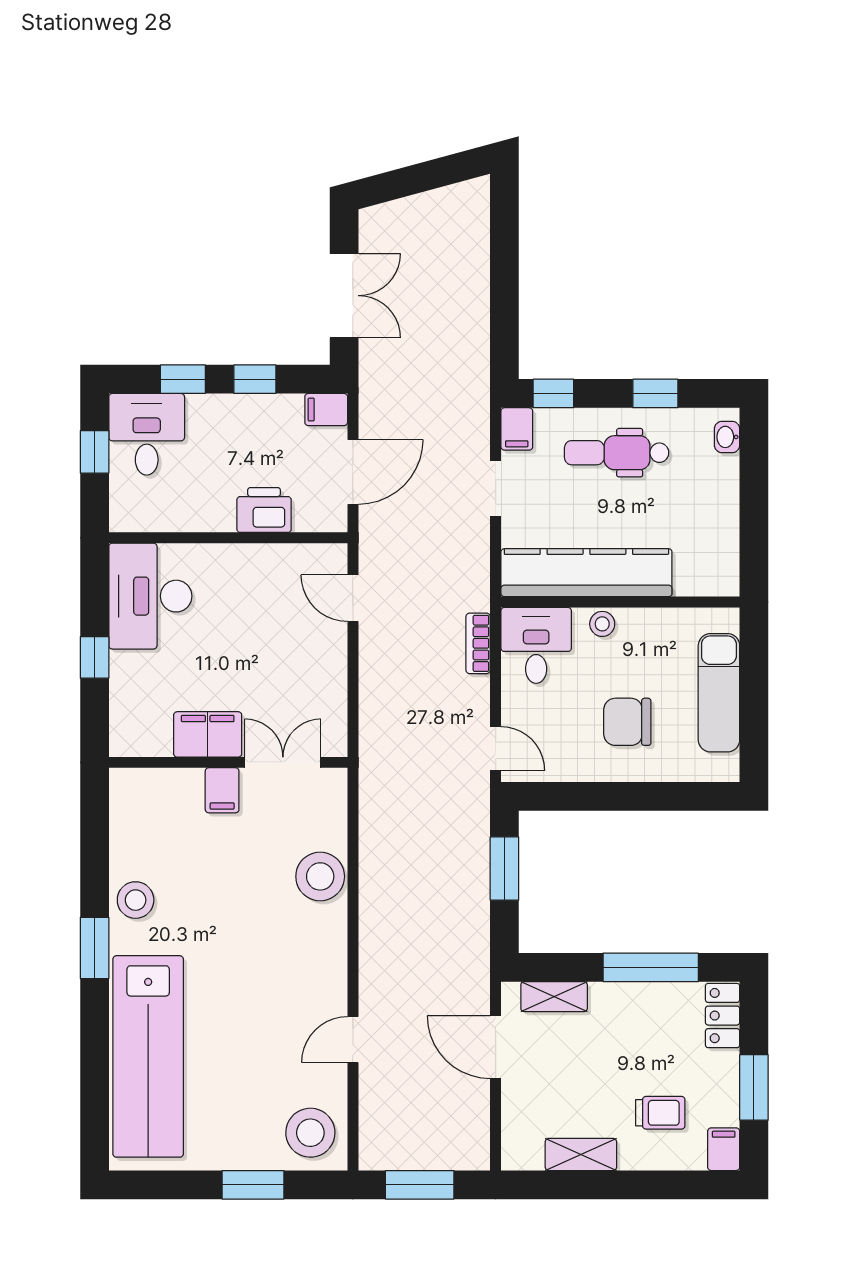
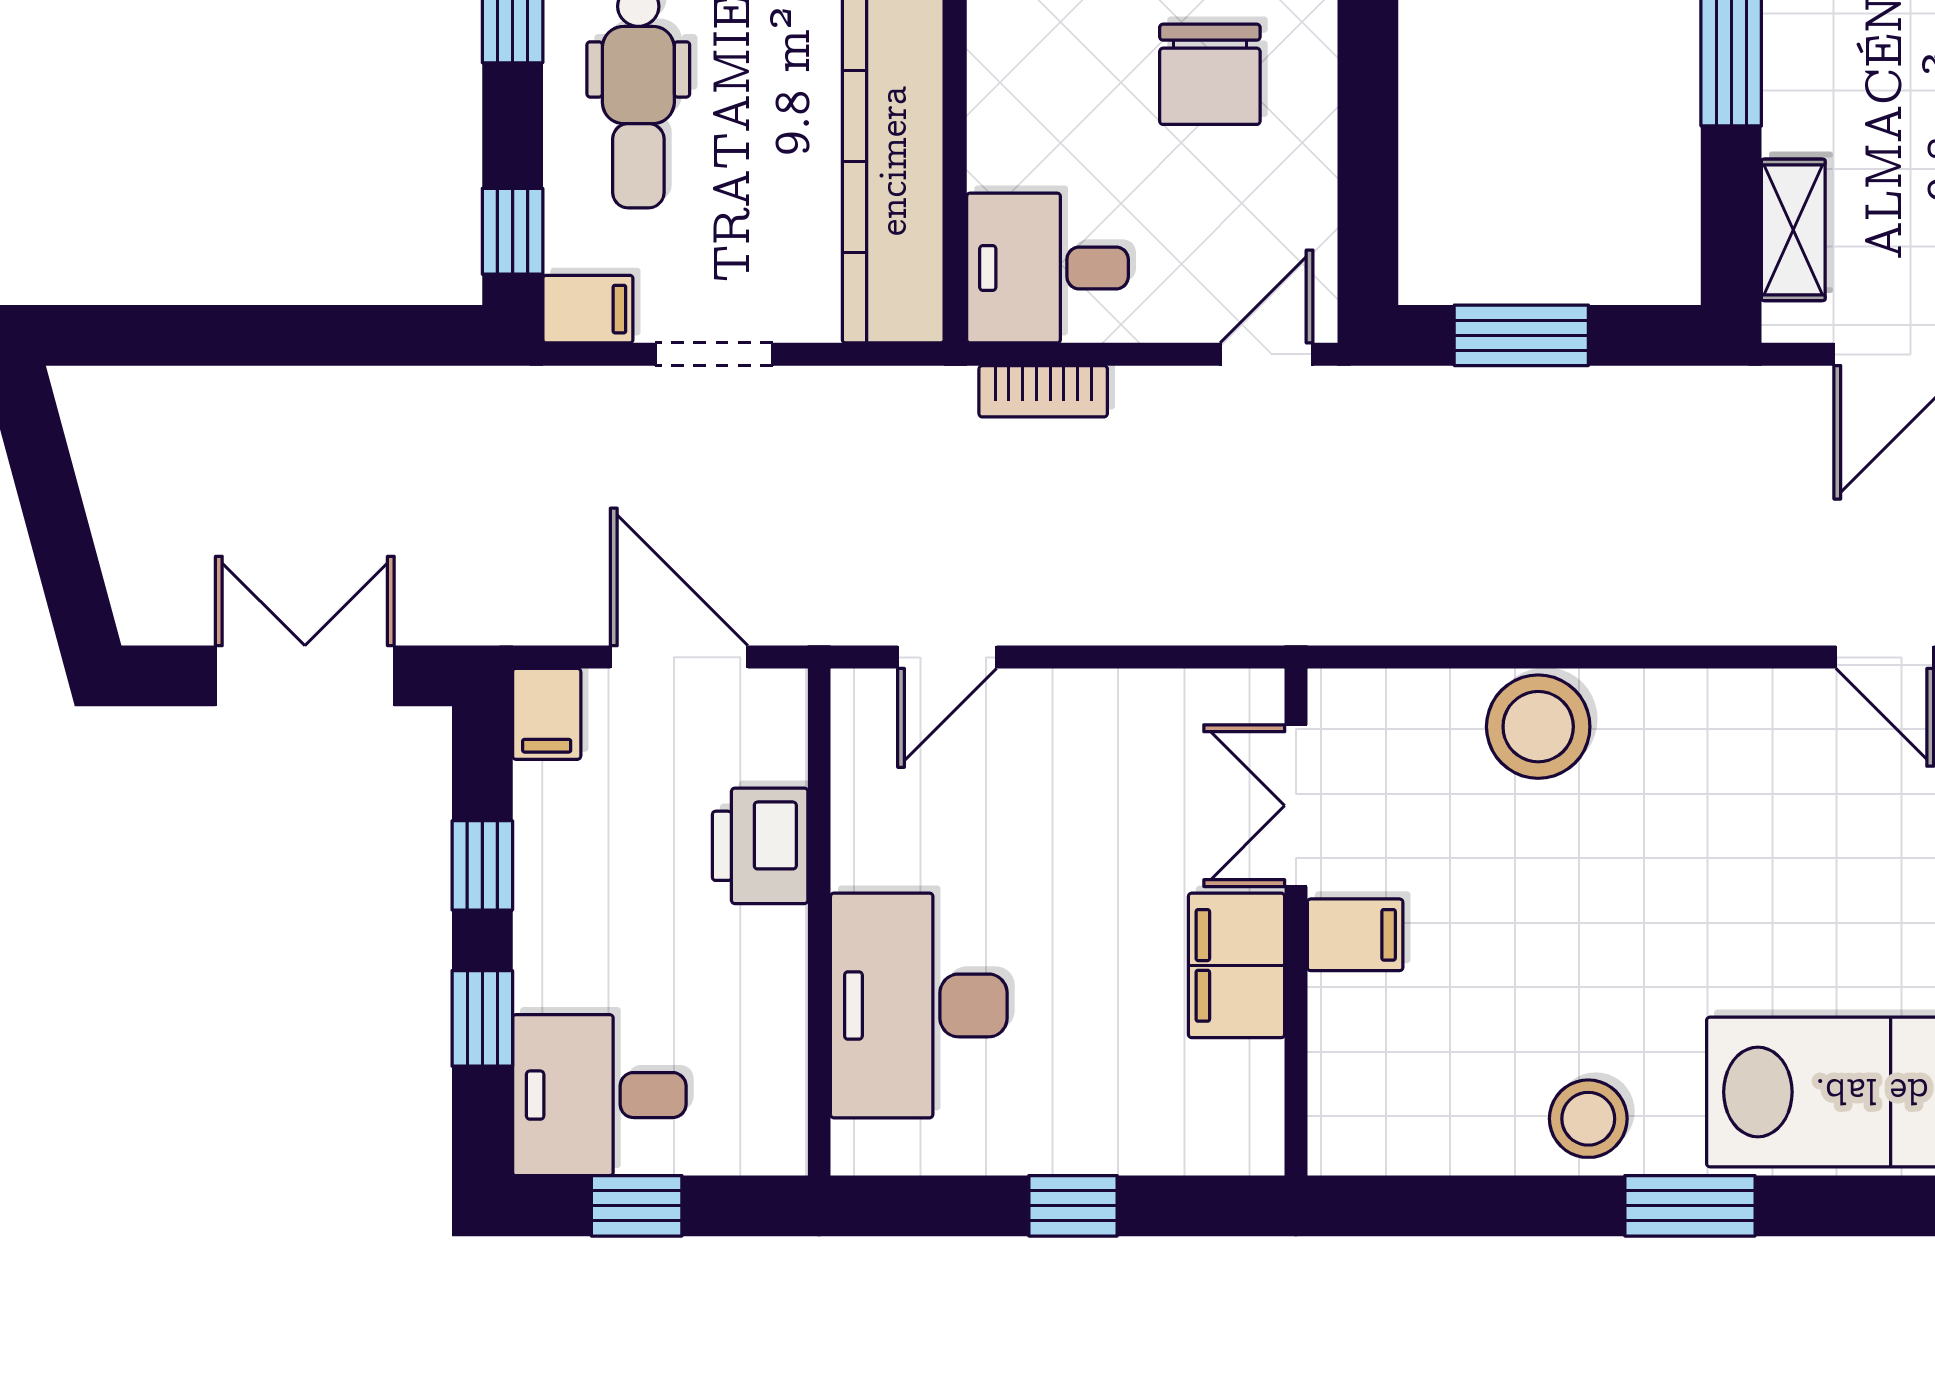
desk: (150, 596) -> (919, 1005), moved, turned 90
stool: (602, 624) -> (1002, 128), removed

